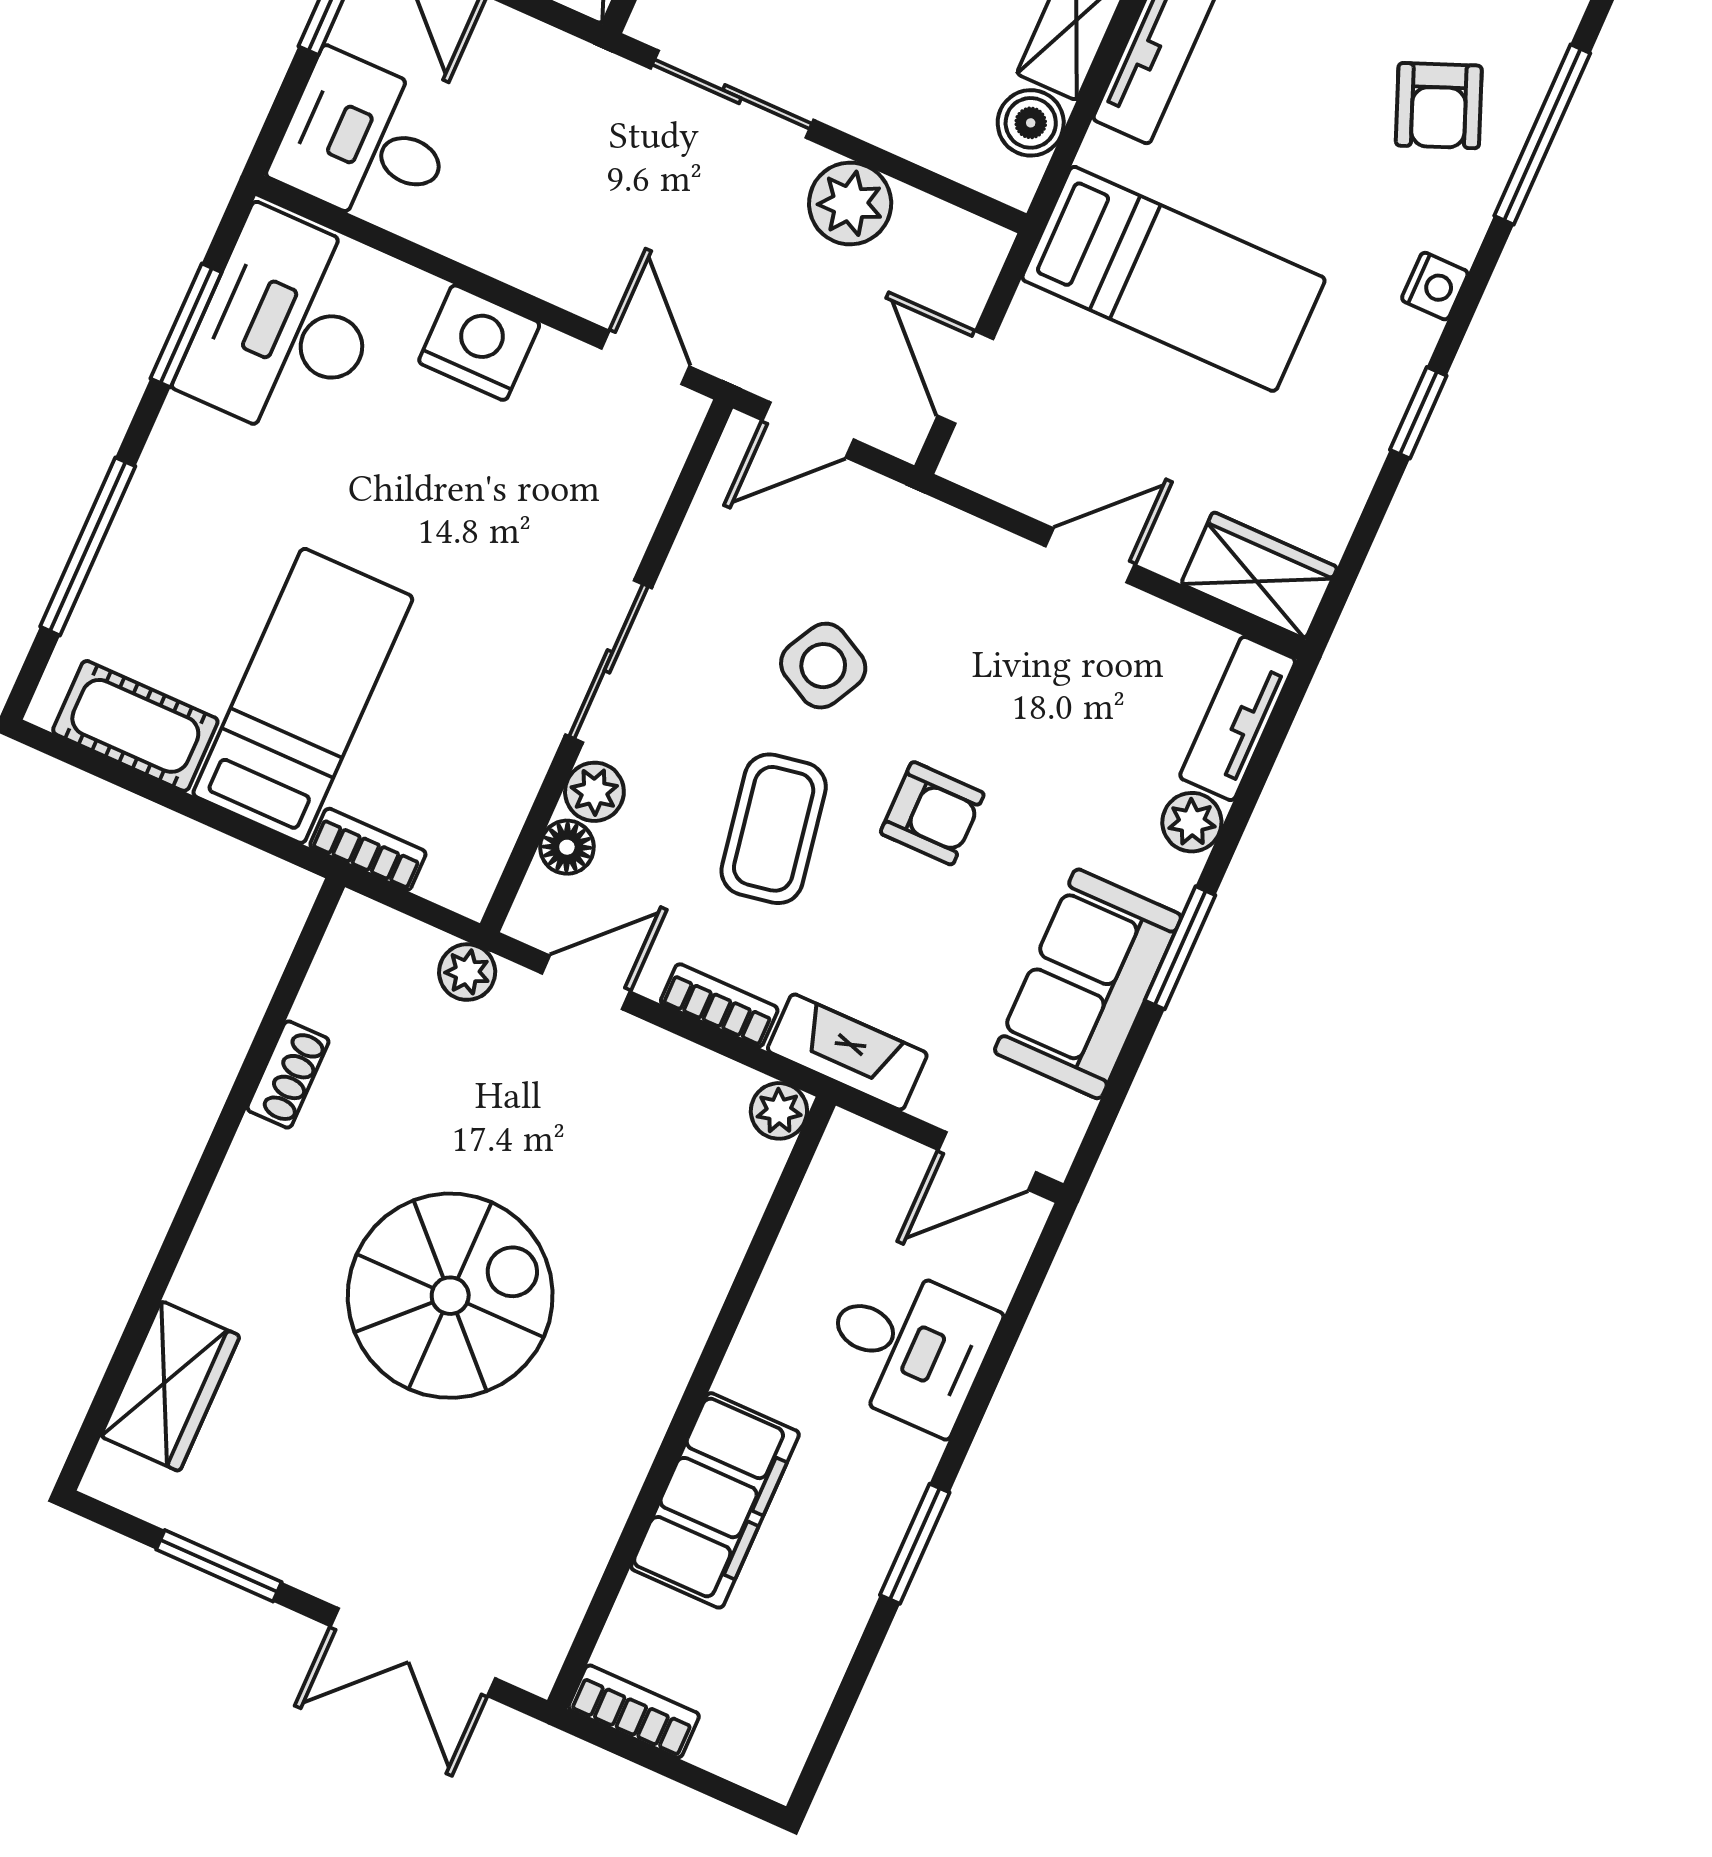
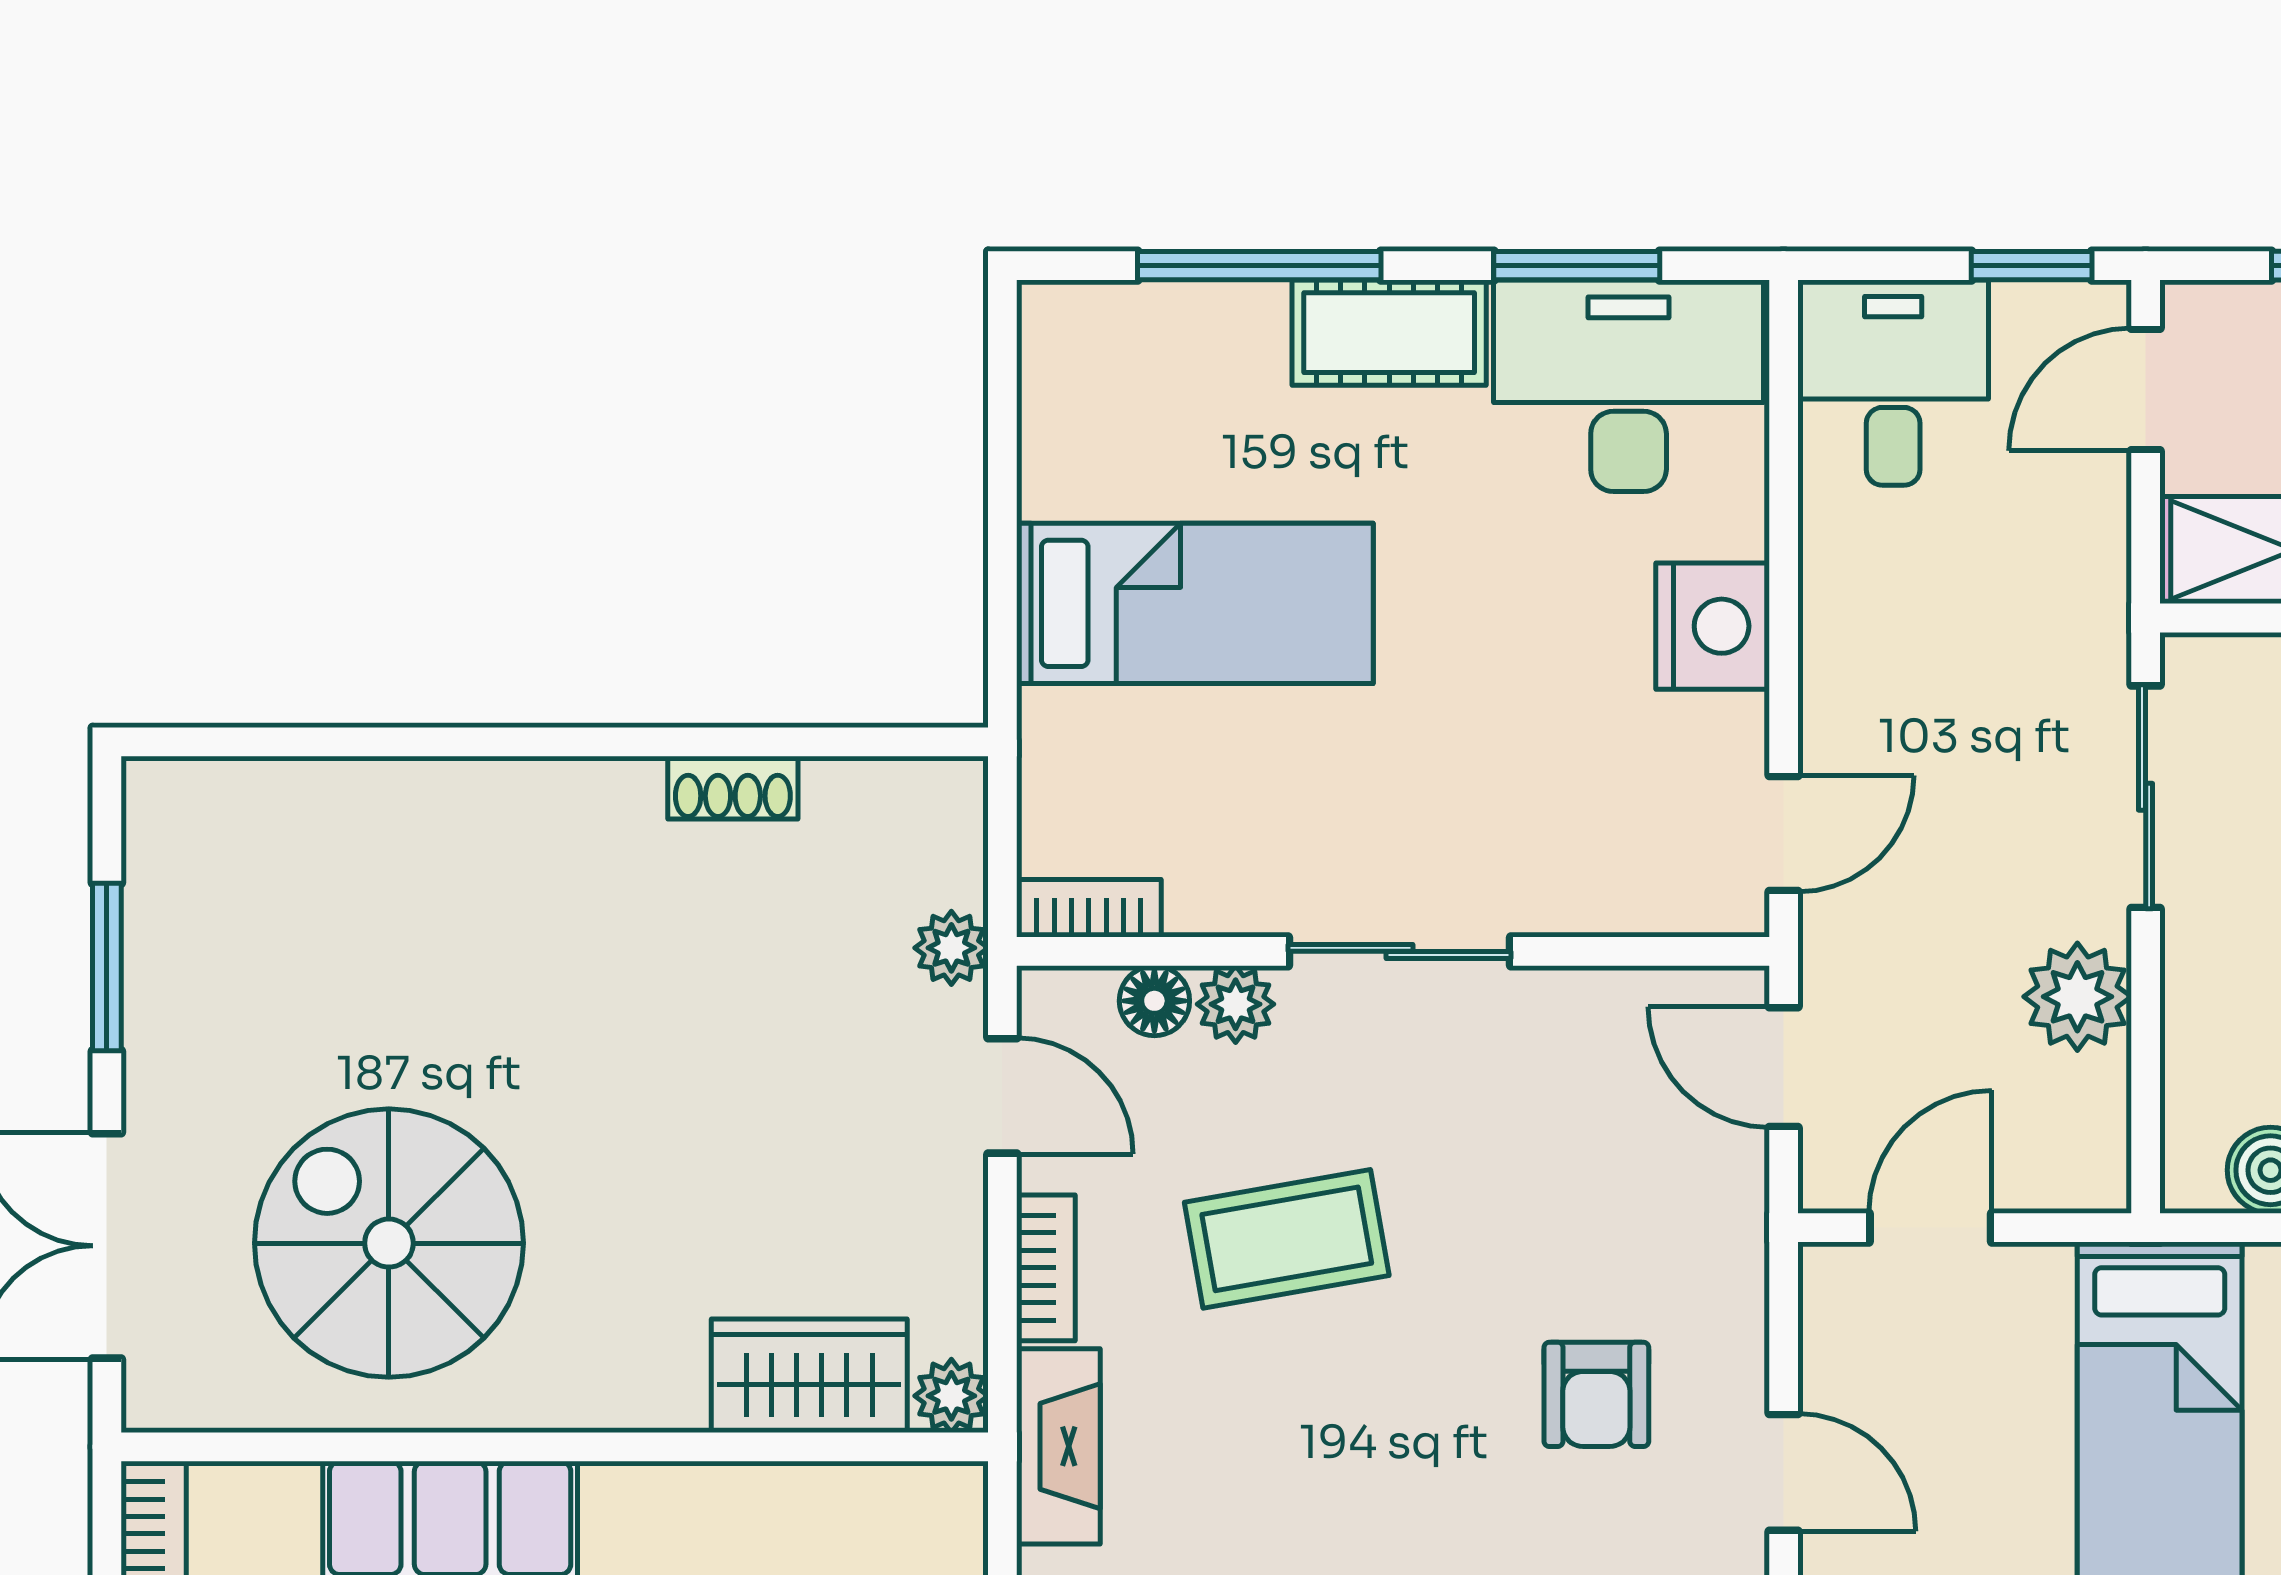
side table: (823, 666) -> (1509, 1211), removed
cot: (135, 726) -> (1389, 333), moved, turned 90
armchair: (932, 813) -> (1596, 1394), moved
bookcase: (368, 849) -> (1089, 908), moved, turned -90
spiral stairs: (450, 1296) -> (389, 1243), moved, turned 180
wardrobe: (170, 1386) -> (809, 1376), moved, turned 180

